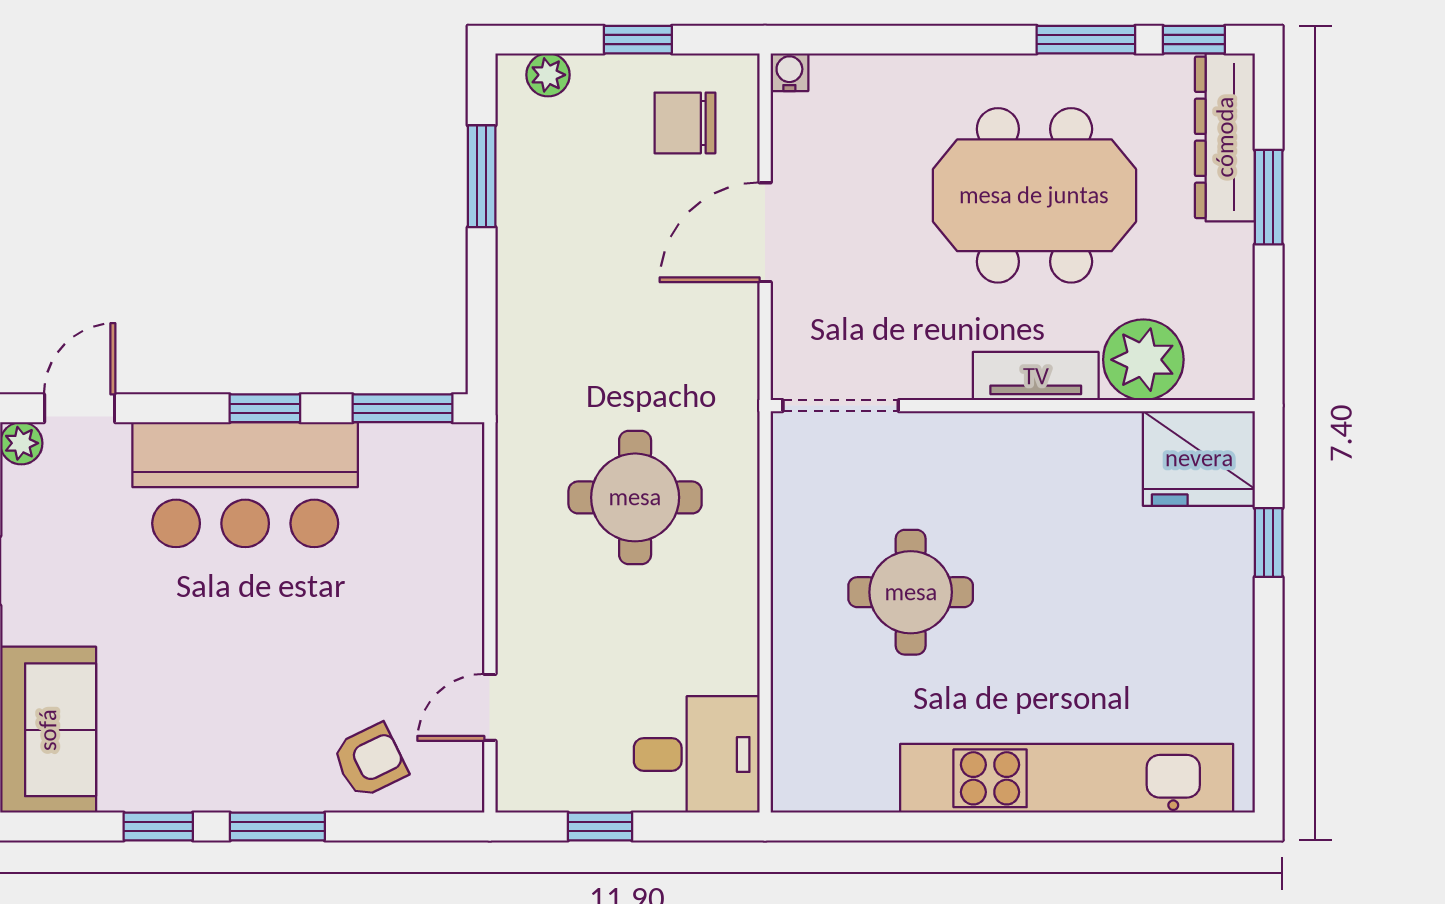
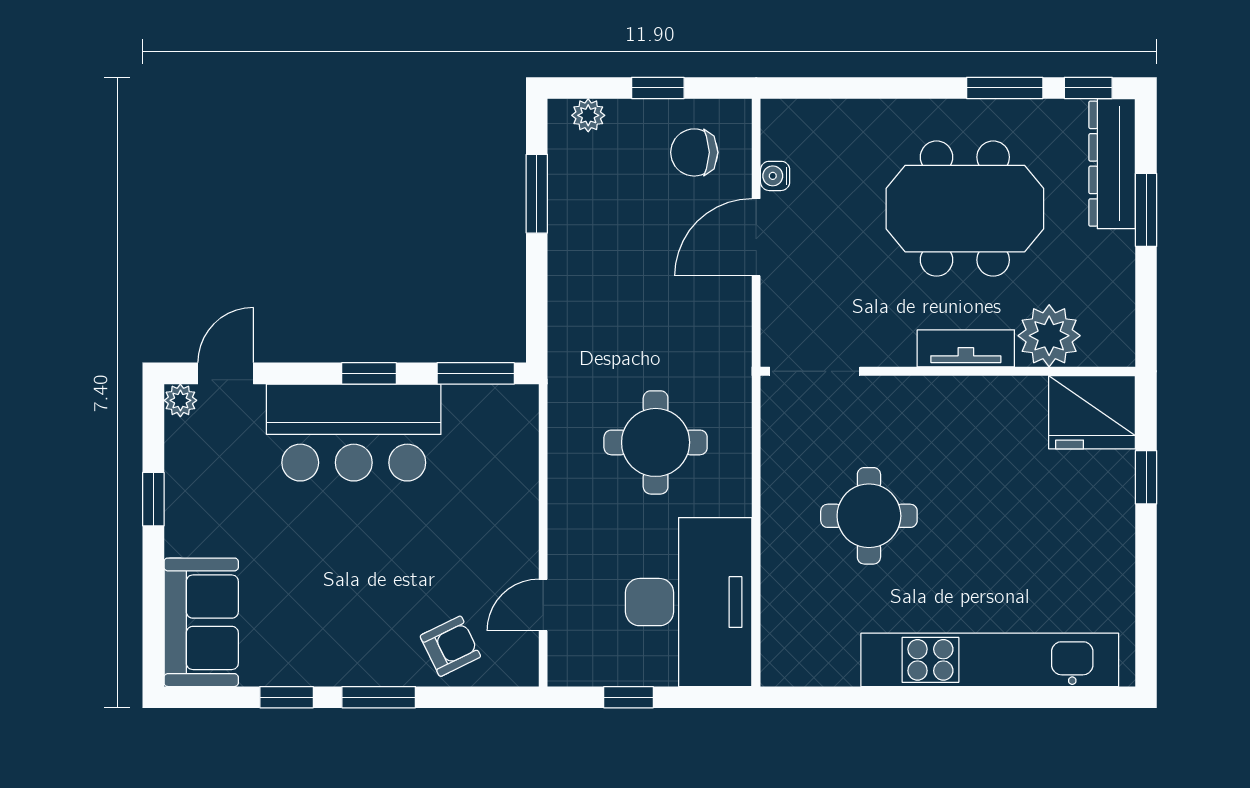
water cooler: (789, 72) -> (775, 176), moved, turned -90
desk: (697, 754) -> (689, 602), width x1.87, depth x1.30

